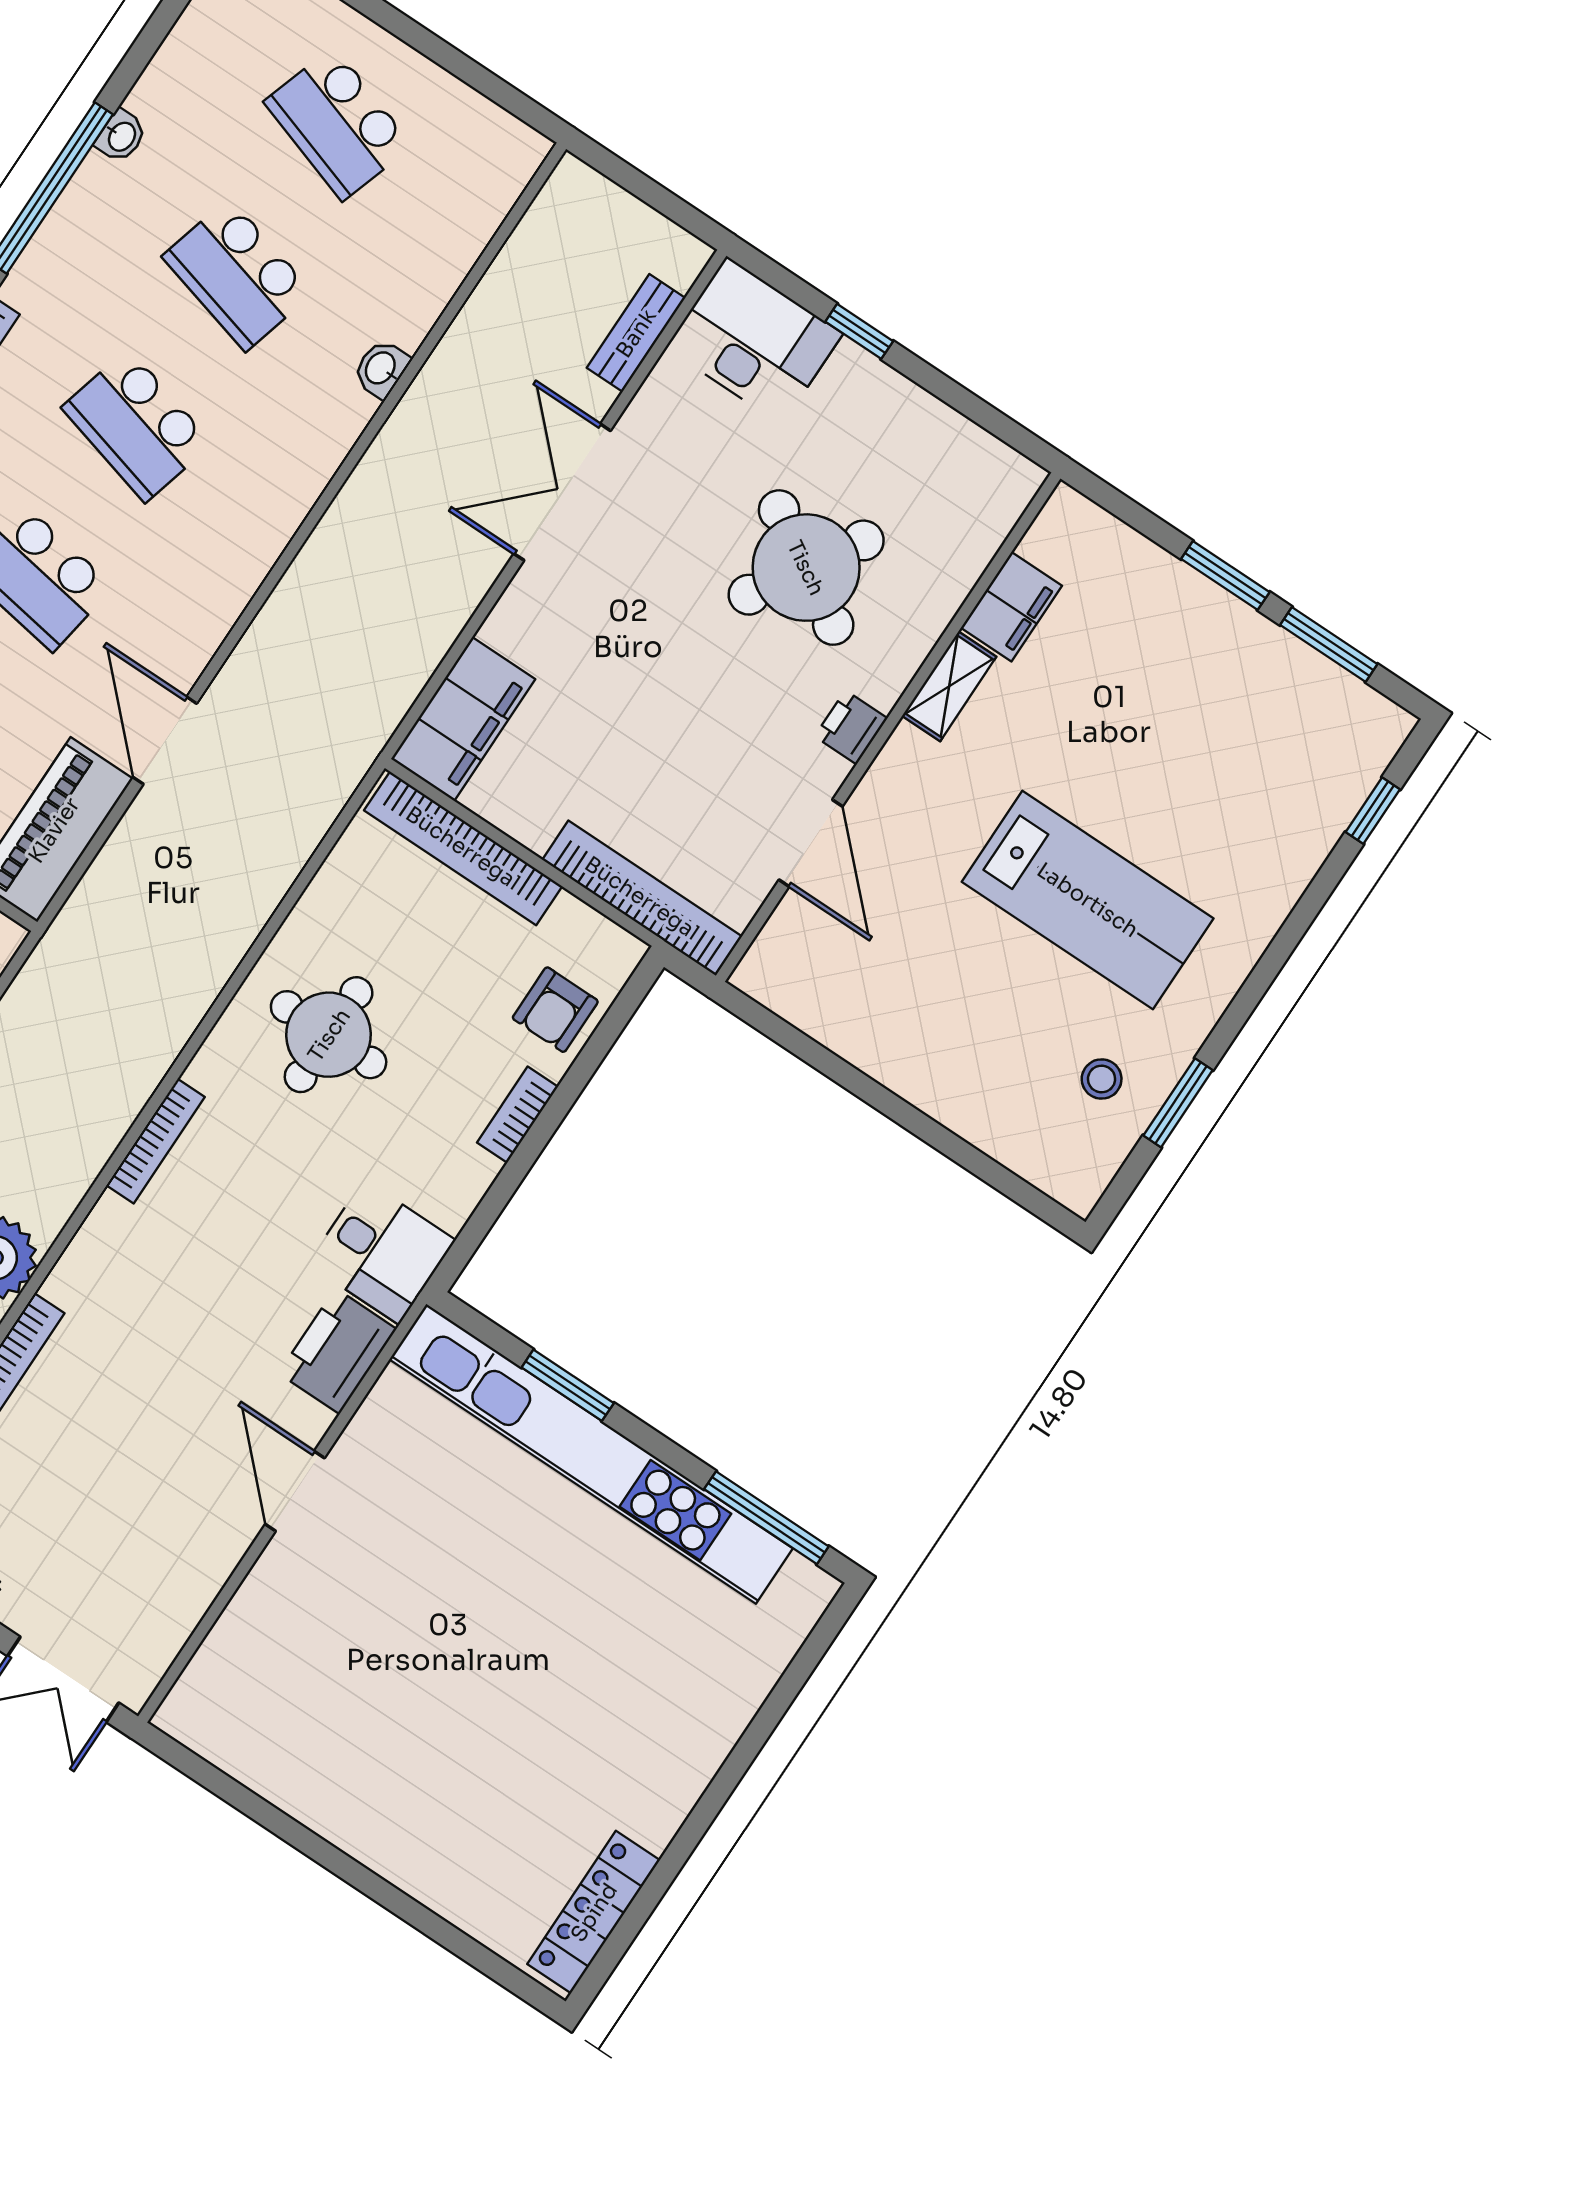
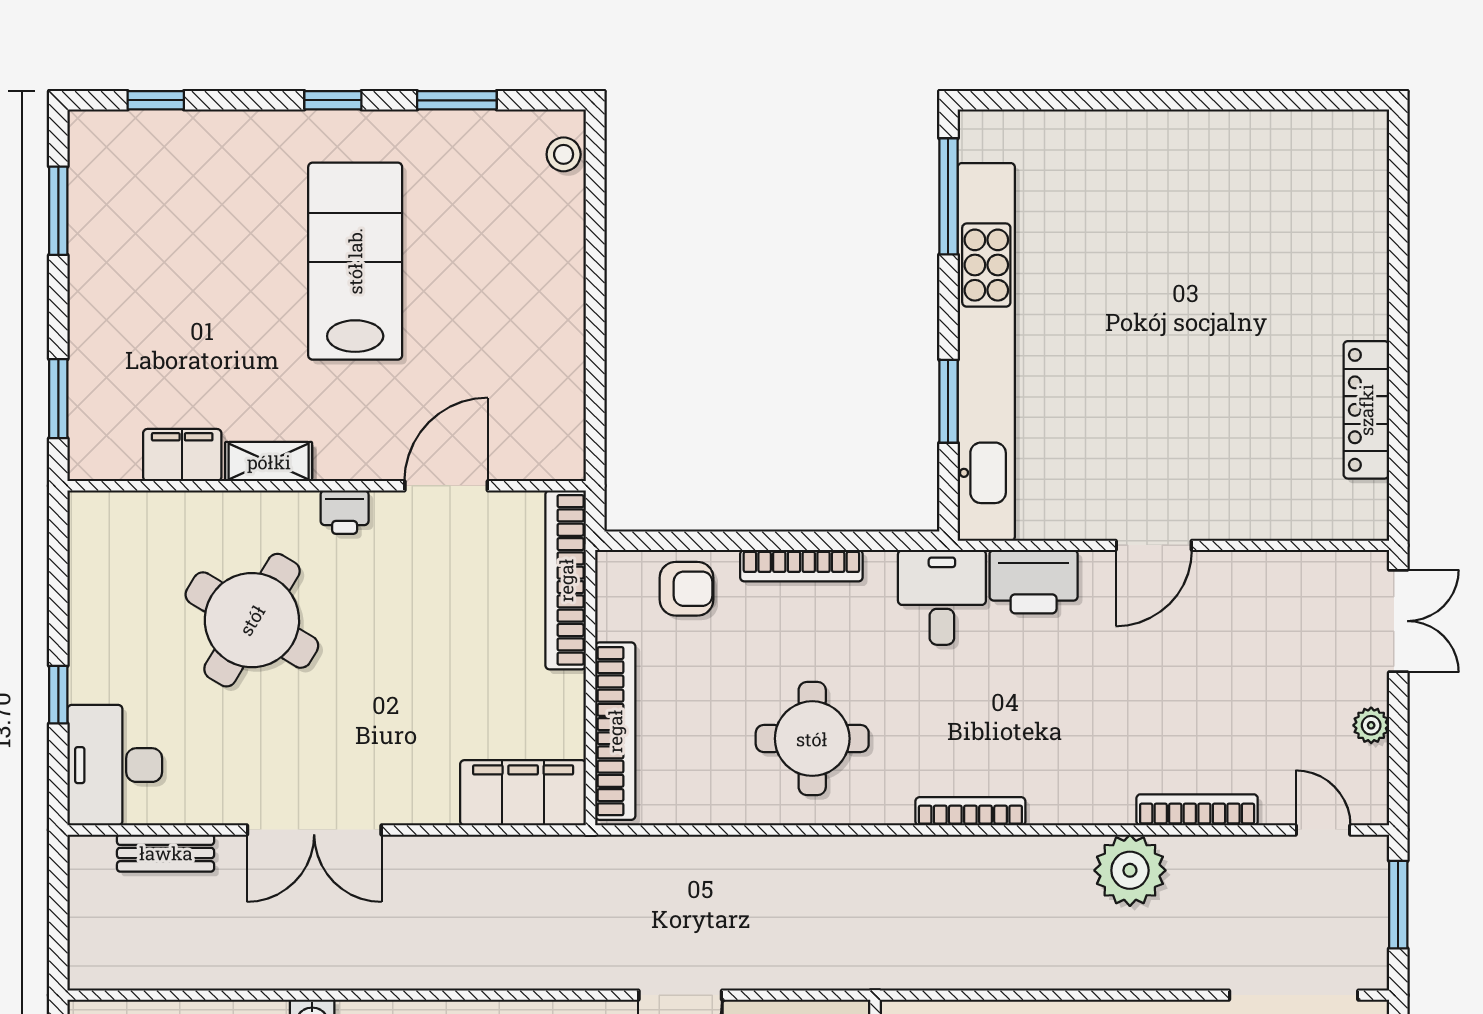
window: (1225, 576) -> (58, 399), moved
window: (1258, 982) -> (333, 100), added
stool: (1102, 1079) -> (564, 154), moved
bookcase: (518, 1115) -> (801, 566), width x1.56
locker: (594, 1912) -> (1366, 410), moved, turned 90

